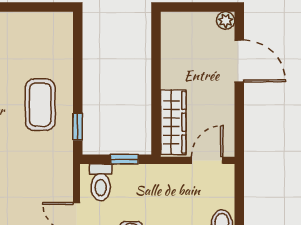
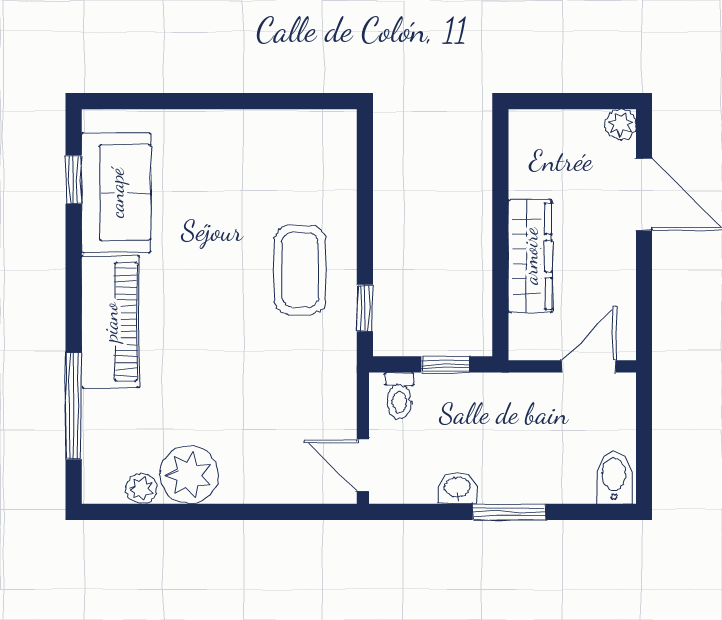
wardrobe: (173, 122) -> (530, 256), moved
toilet: (101, 182) -> (399, 395), width x0.73, depth x0.72

